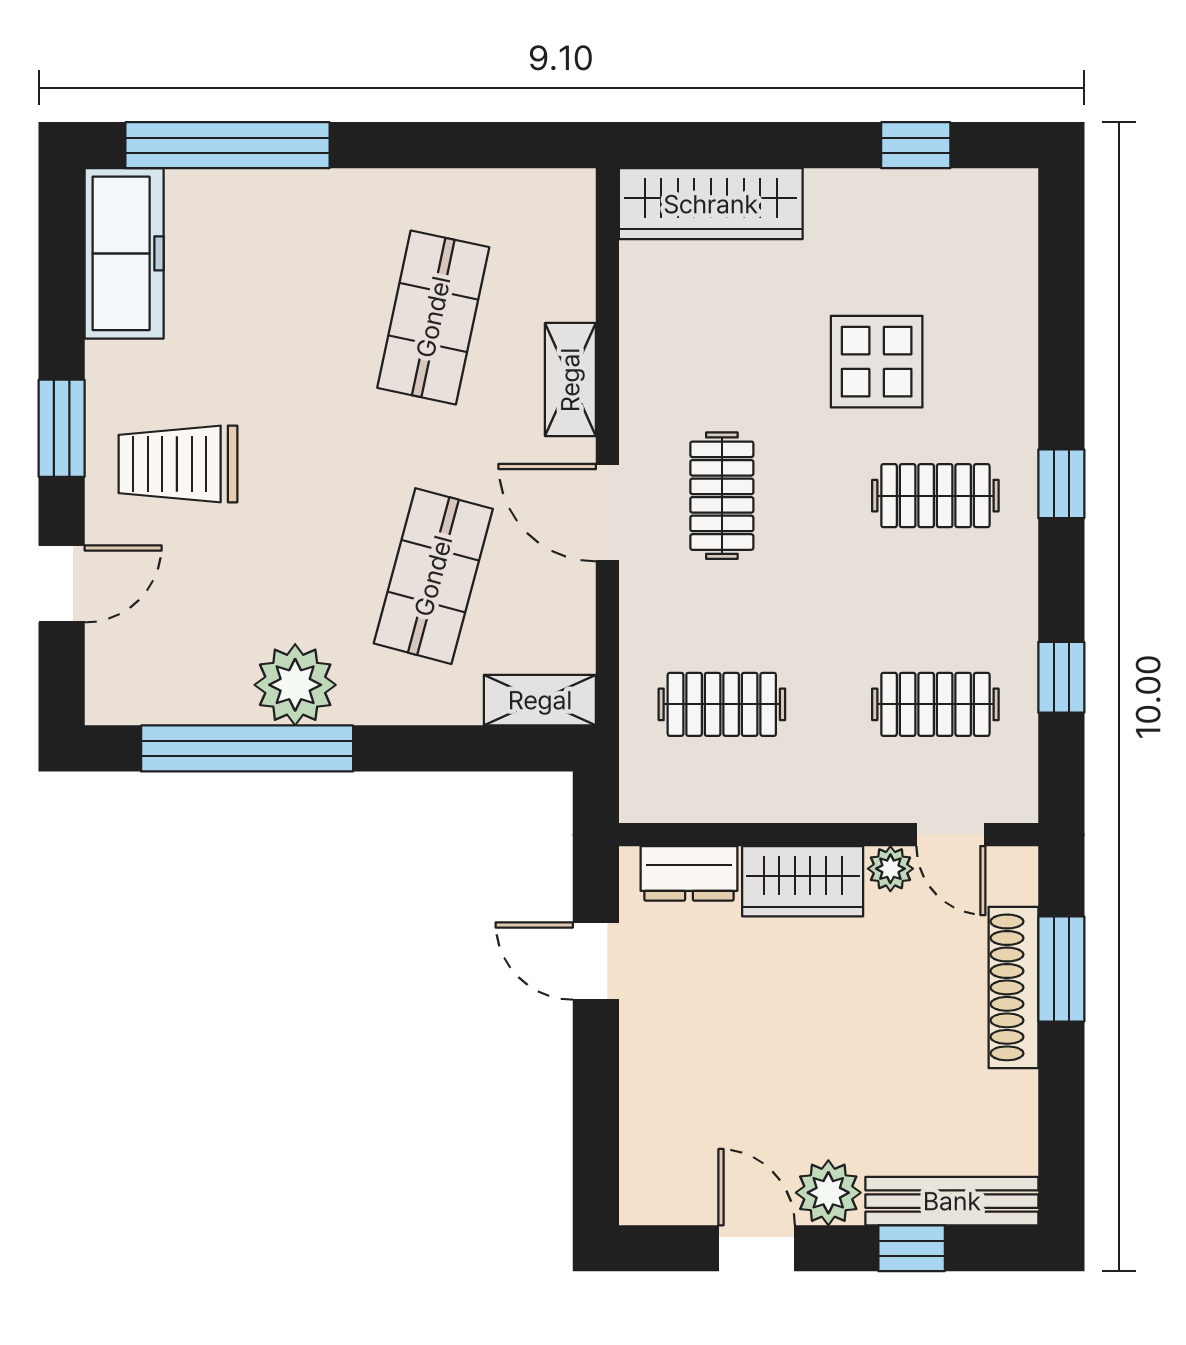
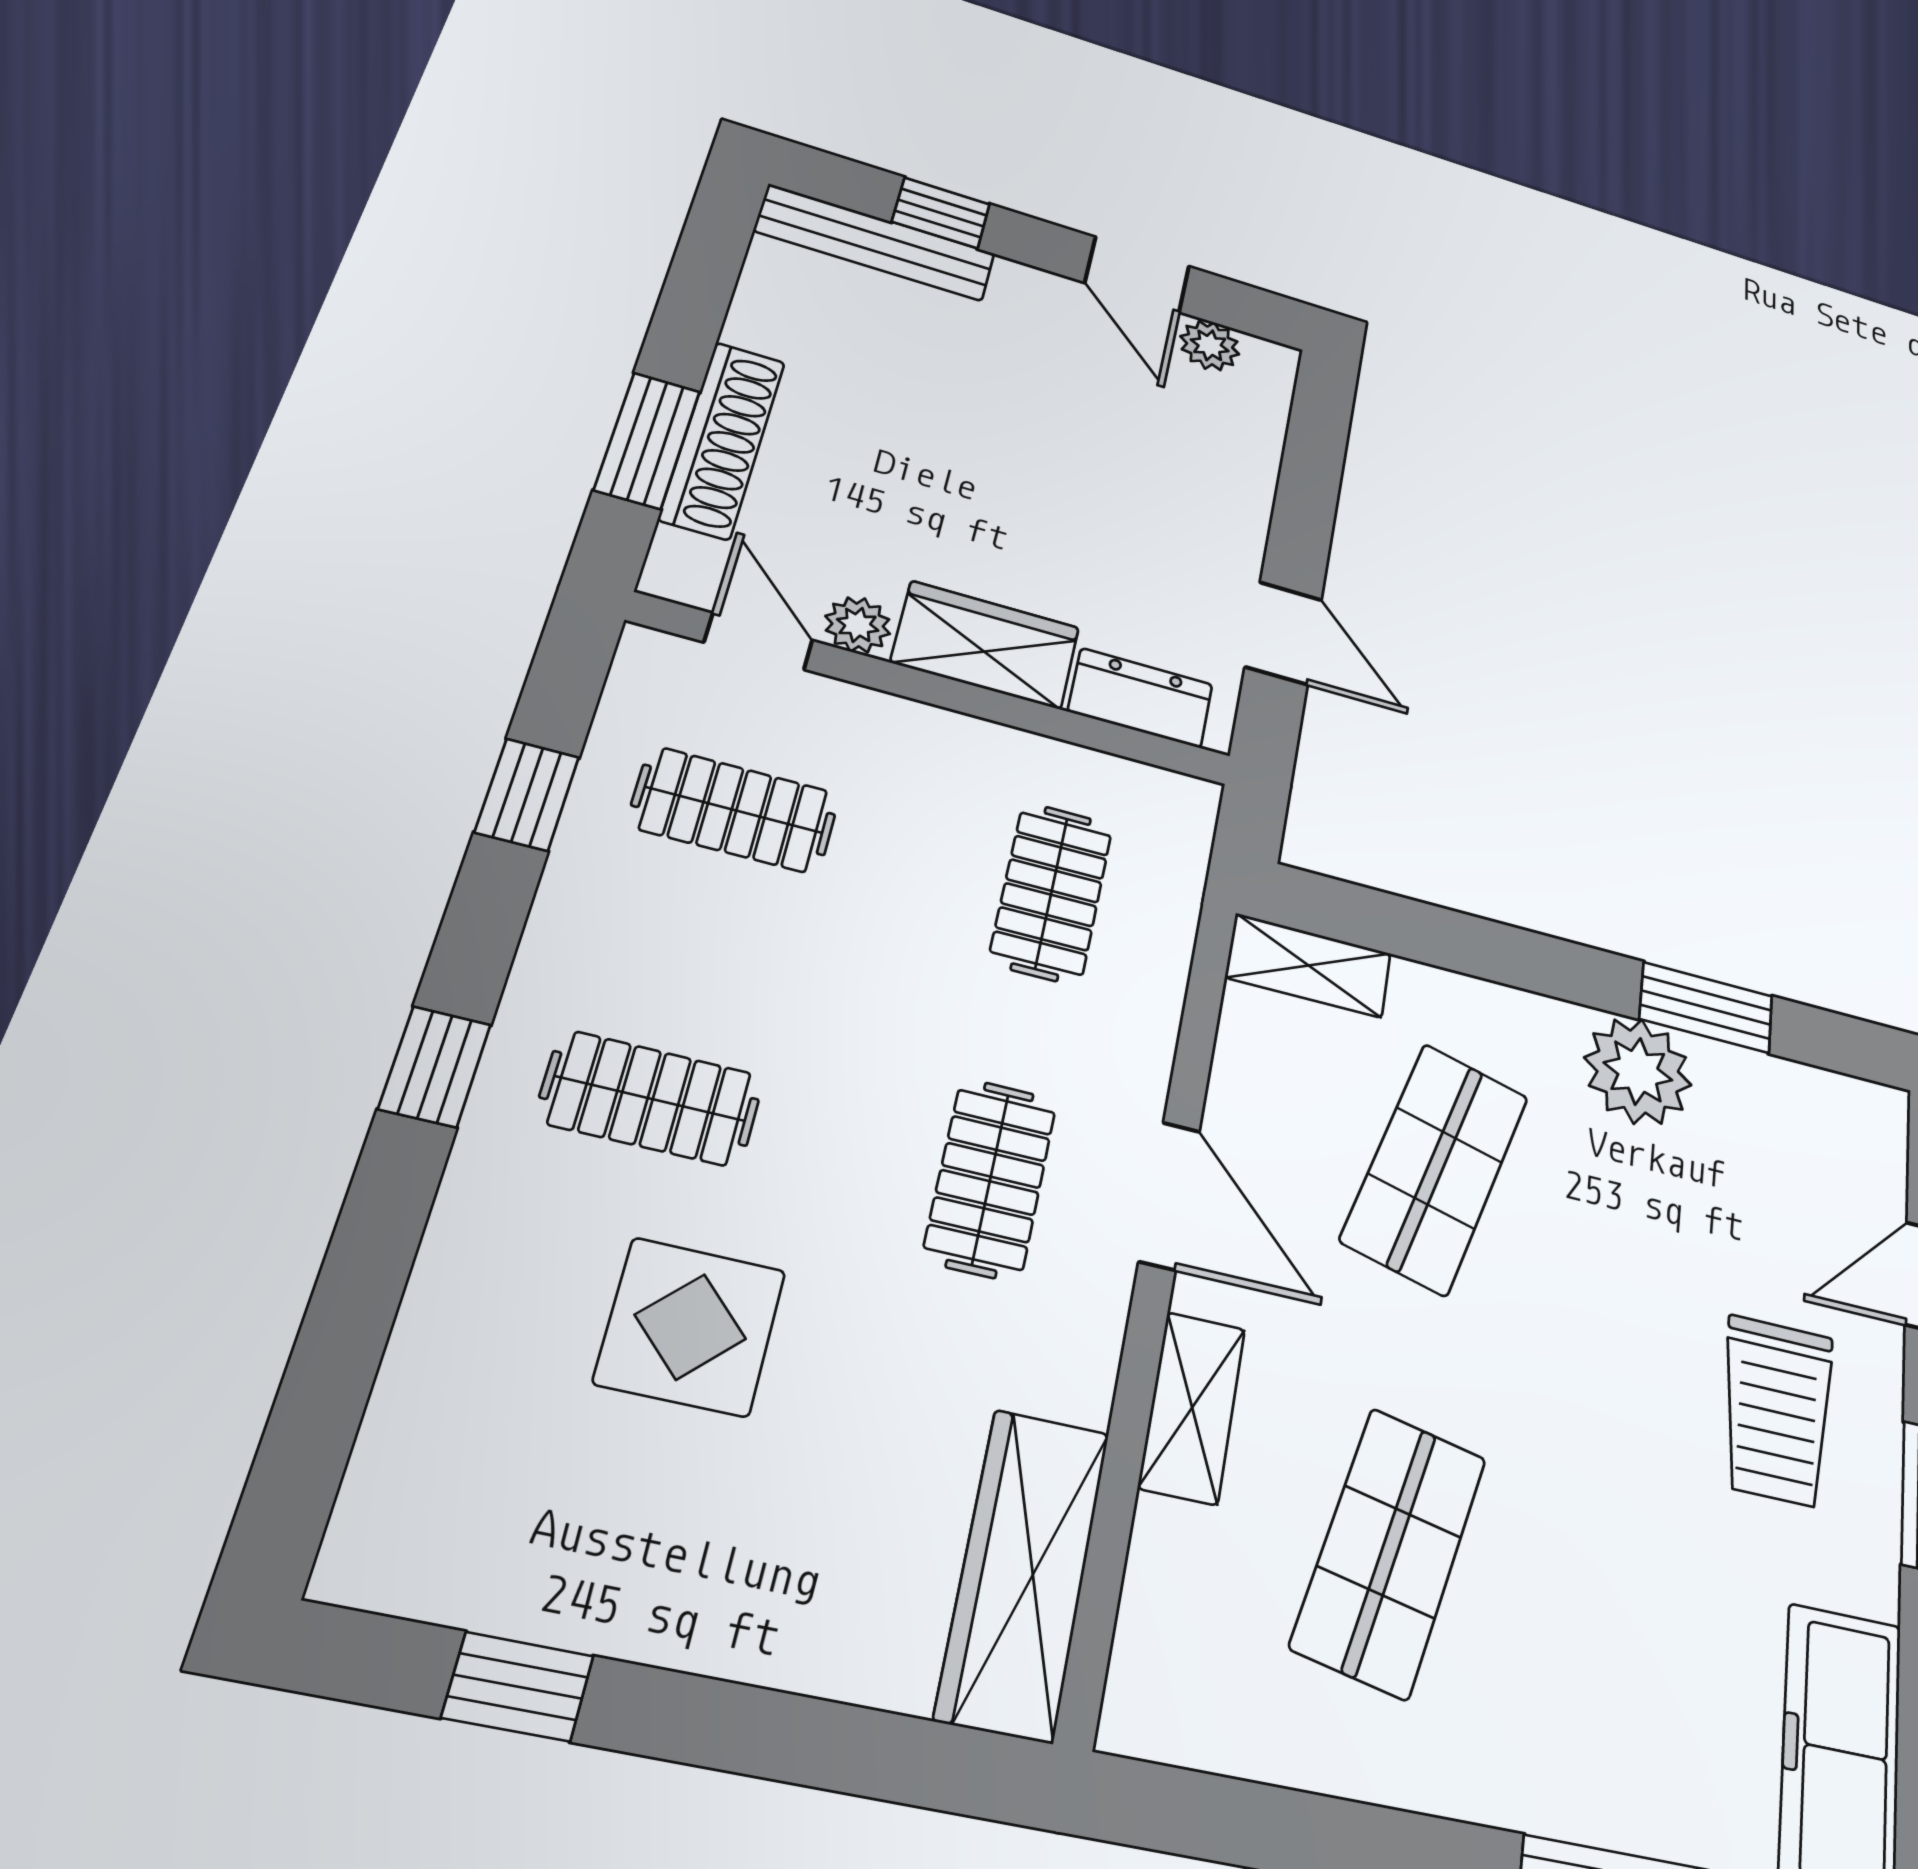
wardrobe: (711, 204) -> (1023, 1573), moved, turned -90
trolley: (178, 464) -> (1777, 1411), turned 90
clothes rail: (722, 704) -> (1051, 893), turned 90
window: (247, 748) -> (1706, 1008), width x0.47
plant: (828, 1193) -> (1210, 345), moved, width x0.73, depth x0.73

